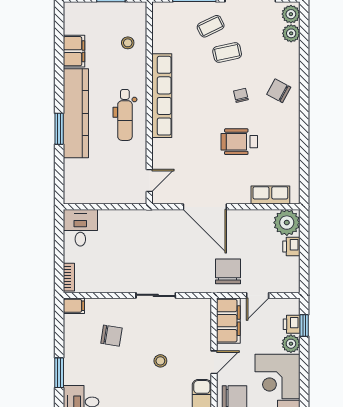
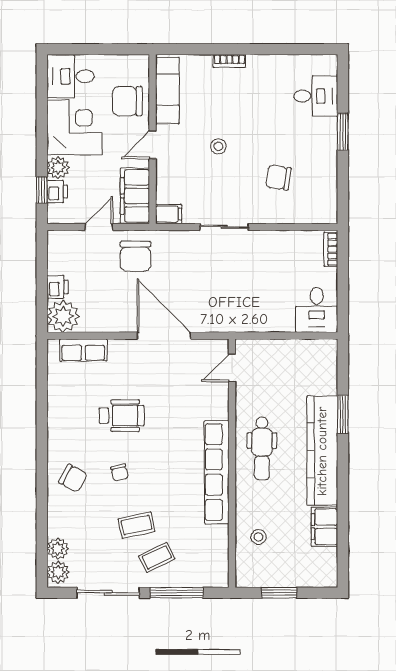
dental chair: (125, 115) -> (262, 448), turned 180
window: (59, 129) -> (343, 414), moved
filing cabinet: (74, 306) -> (169, 214), moved, turned 180

